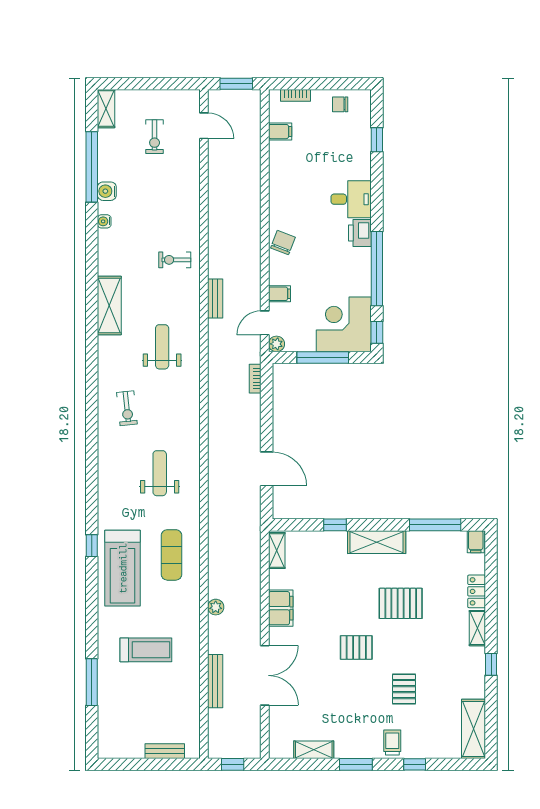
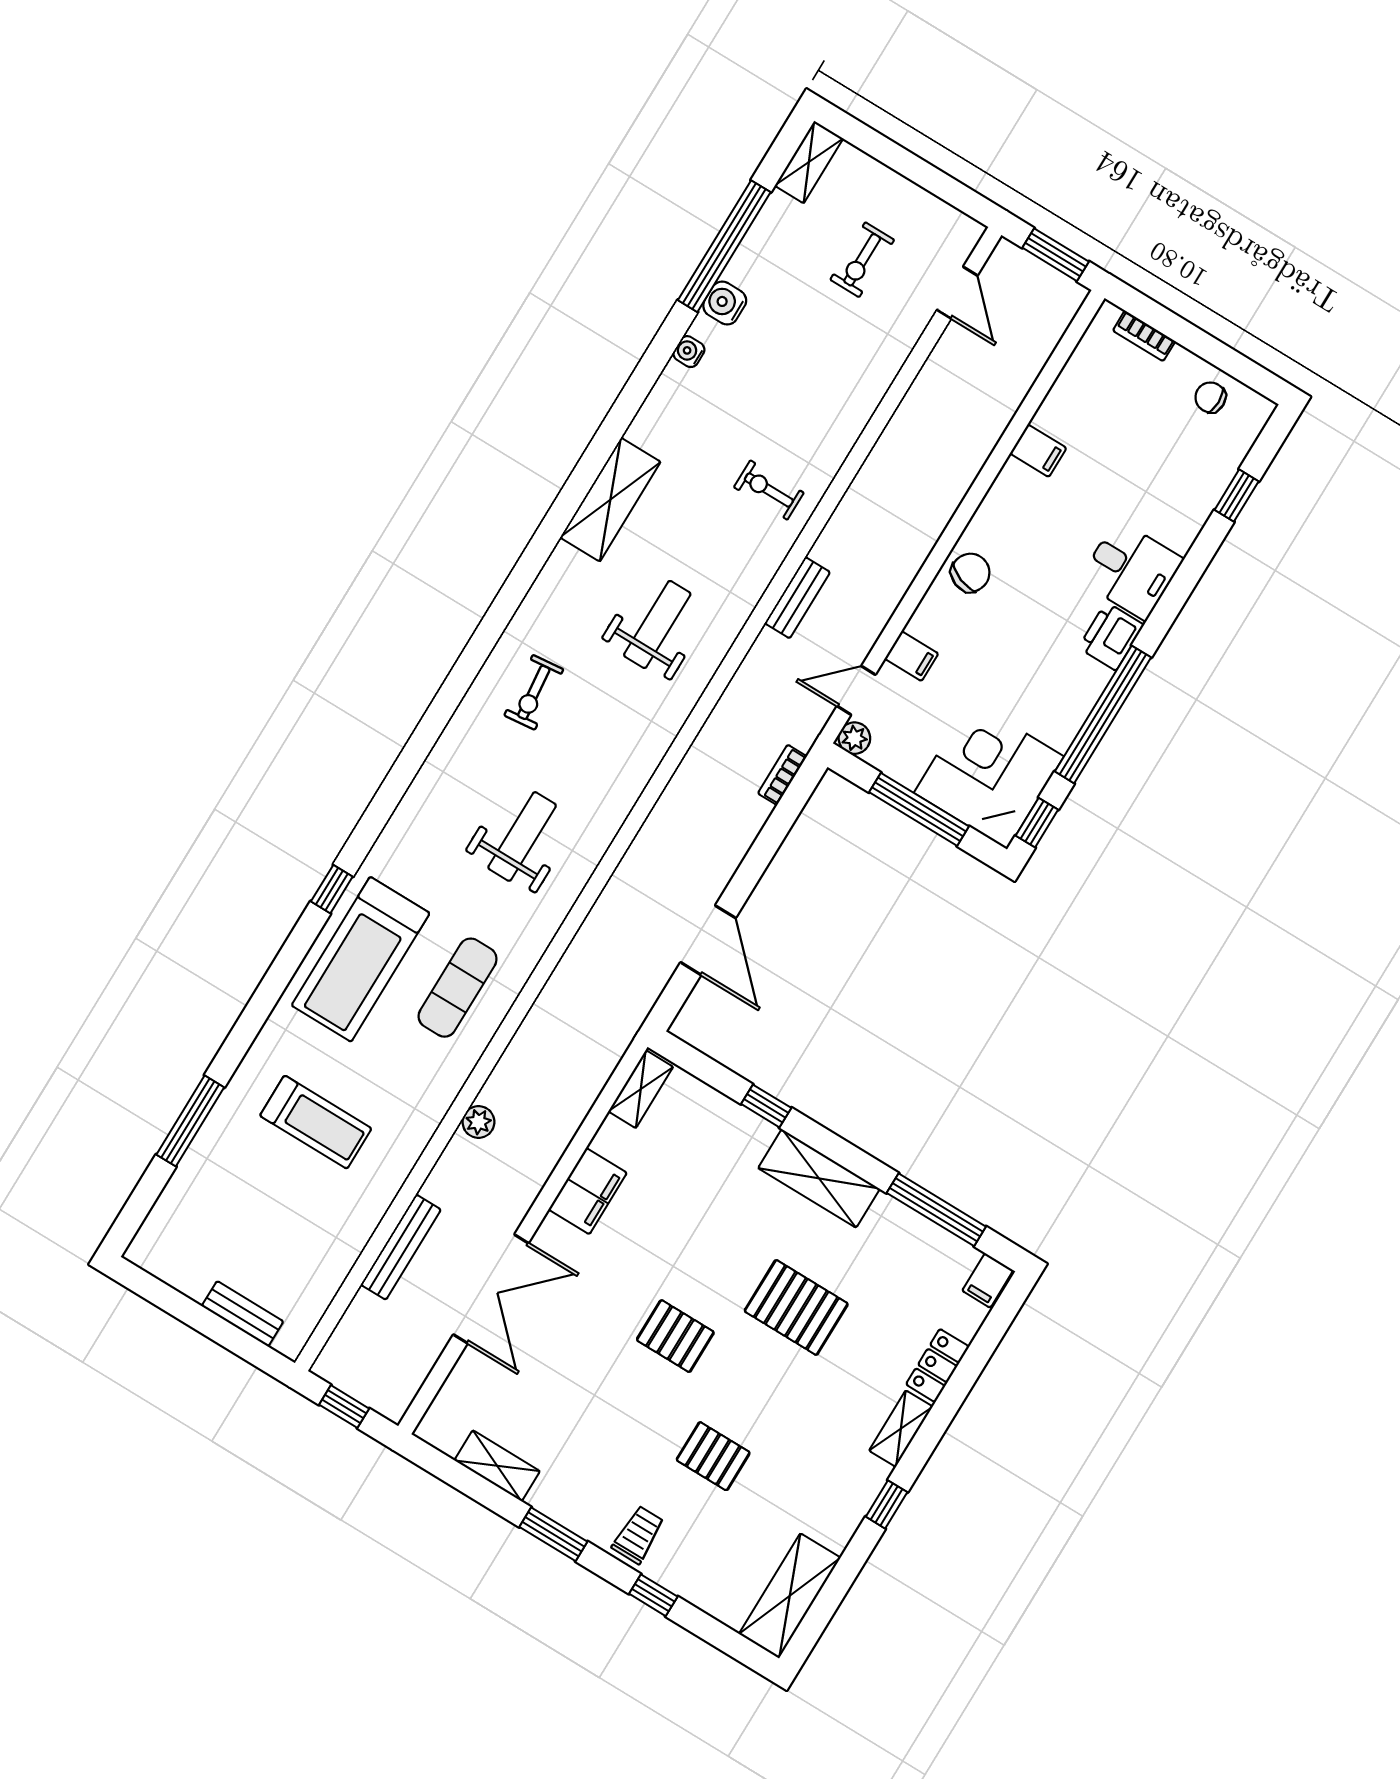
filing cabinet: (280, 132) -> (1038, 451), moved
pallet: (404, 689) -> (713, 1456), turned 90

